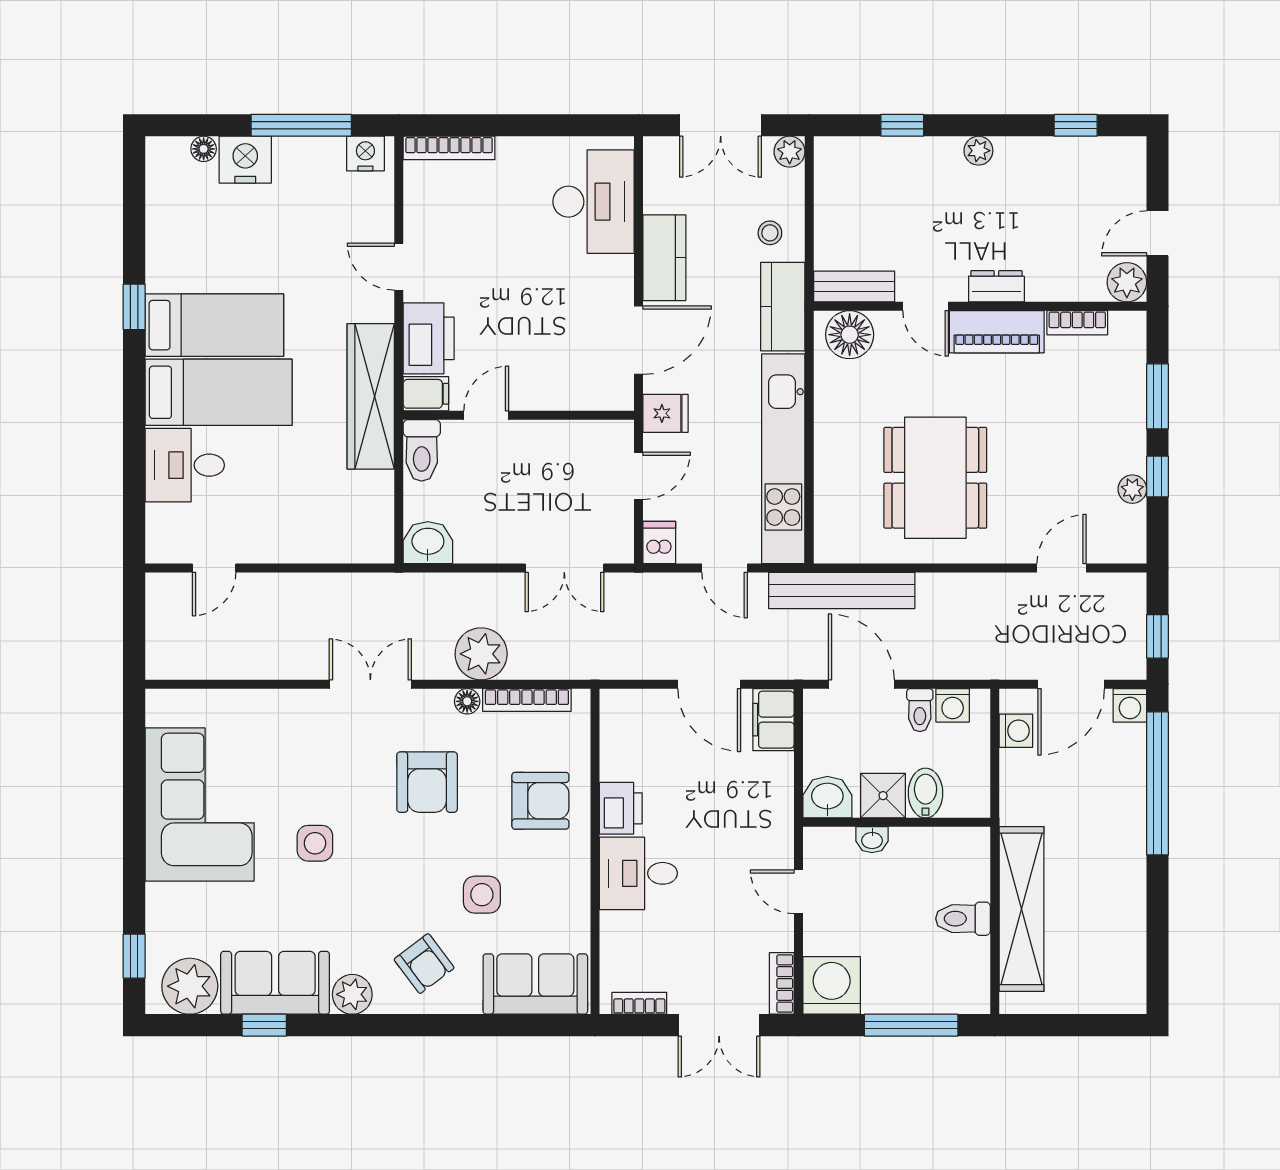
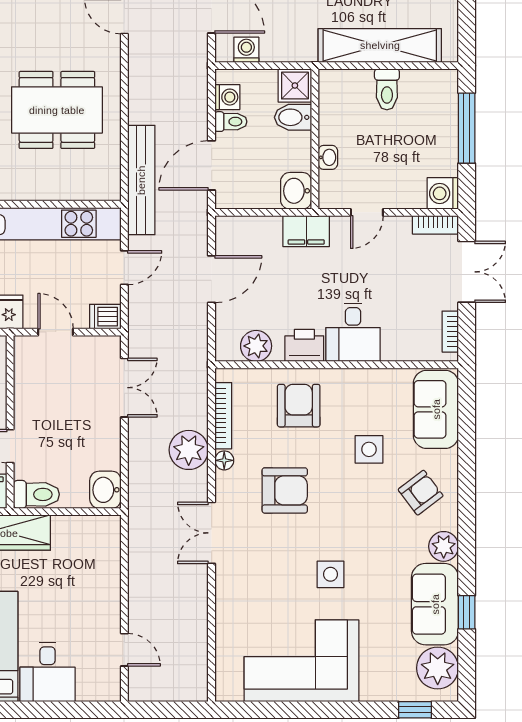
filing cabinet: (773, 720) -> (306, 231), moved
plant: (620, 744) -> (256, 346), added
shower: (883, 796) -> (295, 86), moved
washing machine: (832, 985) -> (443, 193), width x0.73, depth x0.73

